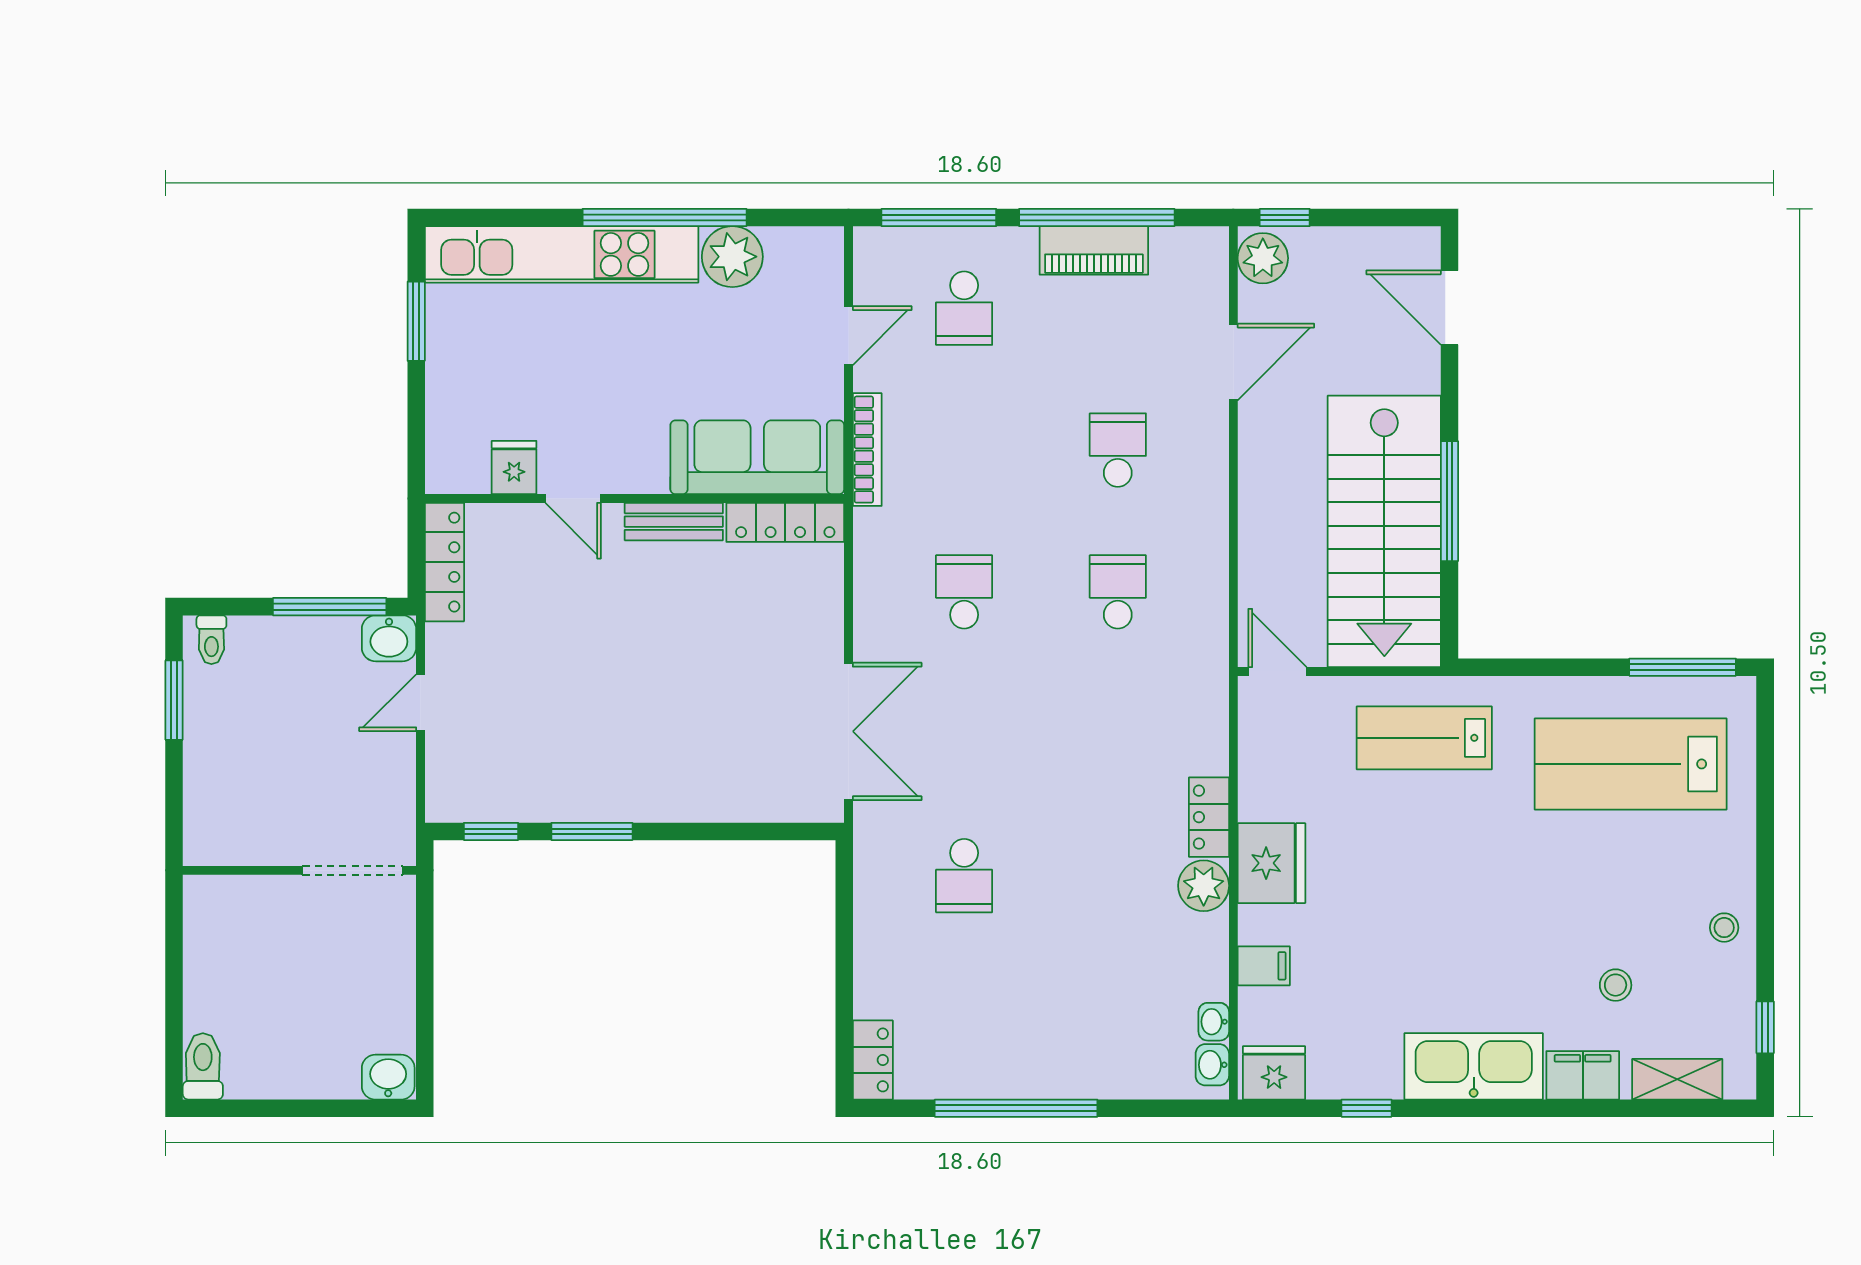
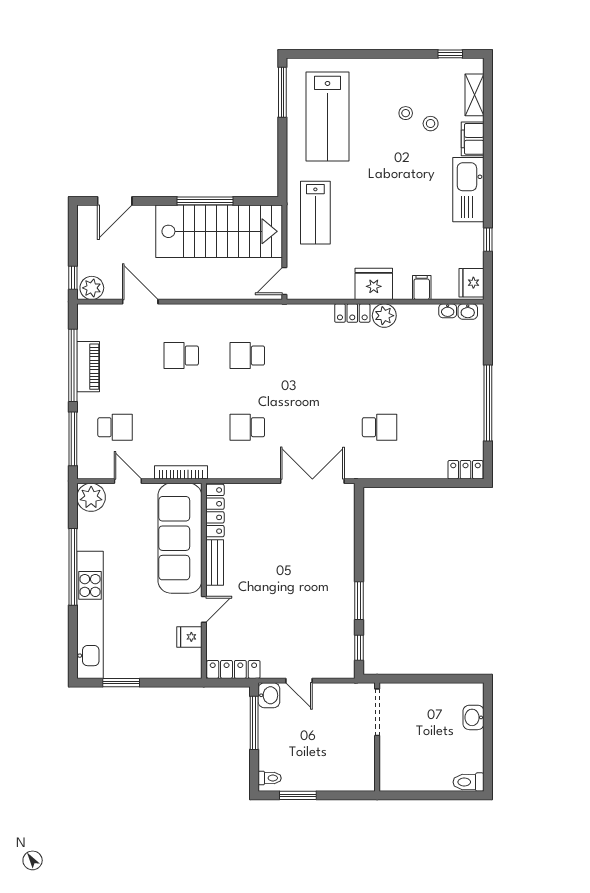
plant: (732, 257) -> (91, 497), moved
sofa: (757, 457) -> (180, 538), width x1.36, depth x1.27
stool: (1724, 928) -> (406, 113), moved
washbasin: (388, 1077) -> (473, 717), moved

